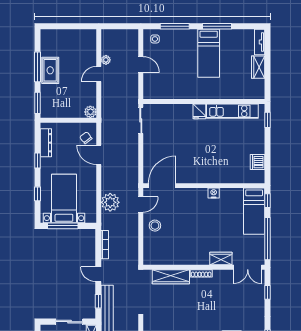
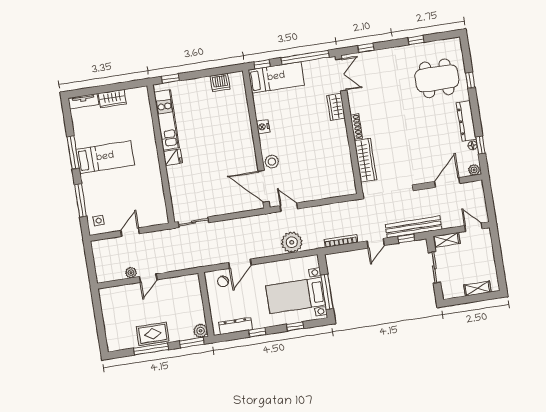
door: (99, 74) -> (148, 278), hinge flipped
plant: (90, 112) -> (201, 331), moved
stool: (155, 226) -> (272, 162), moved

